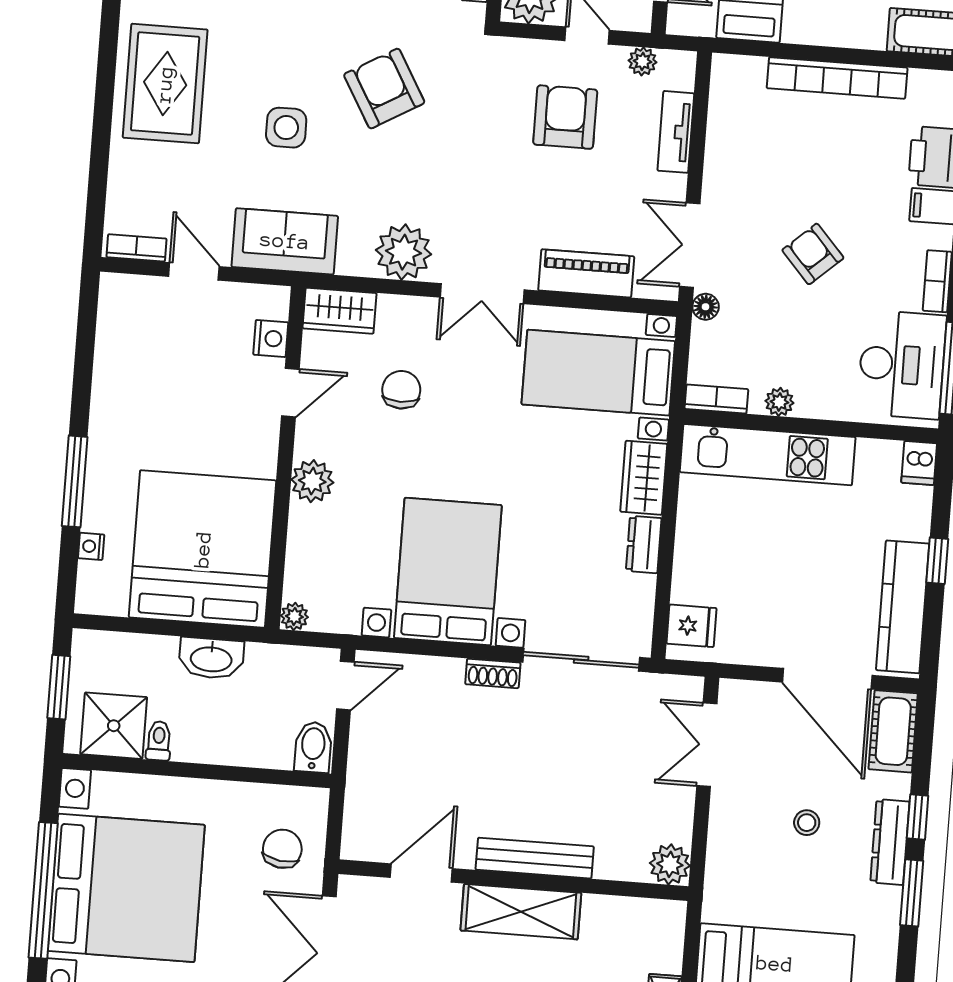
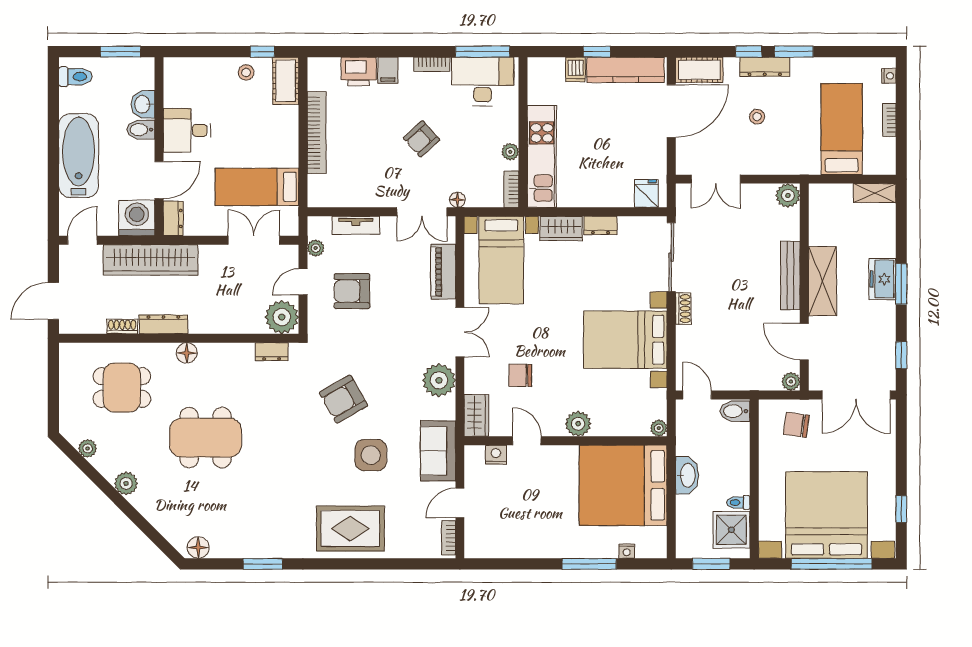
side table: (286, 128) -> (371, 455), width x1.37, depth x1.37
dishwasher: (919, 463) -> (576, 69), moved, turned 90
plant: (356, 845) -> (791, 382), added

